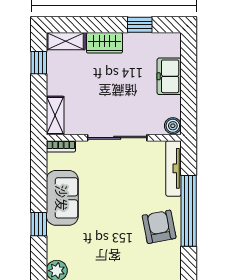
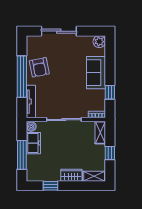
window: (39, 63) -> (110, 153), moved
freezer: (169, 76) -> (33, 143), moved
window: (189, 78) -> (22, 155), added
sofa: (62, 198) -> (96, 73), moved
window: (39, 224) -> (110, 92), moved

